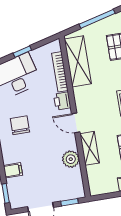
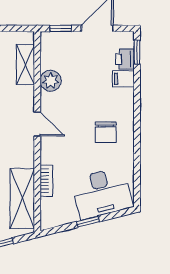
bookcase: (60, 72) -> (46, 181), width x0.64
printer: (62, 101) -> (125, 59), moved, turned 180
shelving: (90, 148) -> (25, 65), moved

